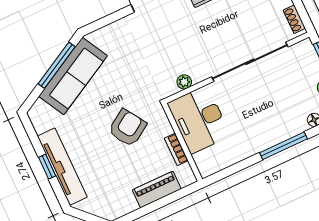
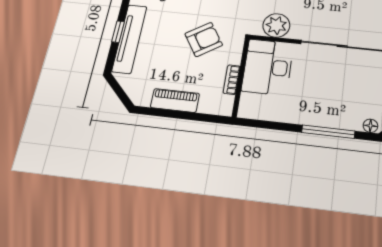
plant: (184, 82) -> (276, 25), width x1.87, depth x1.87
piano: (157, 189) -> (175, 100), moved

